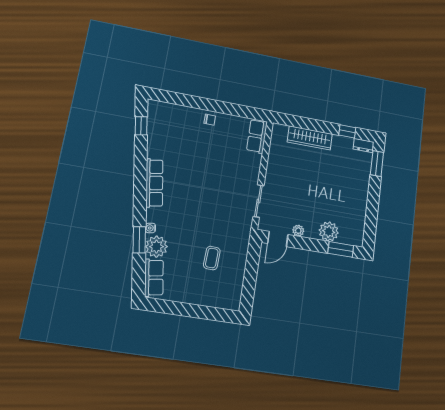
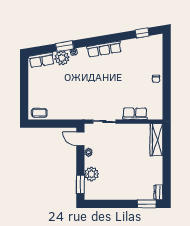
window: (347, 131) -> (167, 179), removed
row of seats: (257, 136) -> (135, 114), moved
wardrobe: (310, 138) -> (156, 140), moved
coffee table: (212, 258) -> (39, 113), moved

